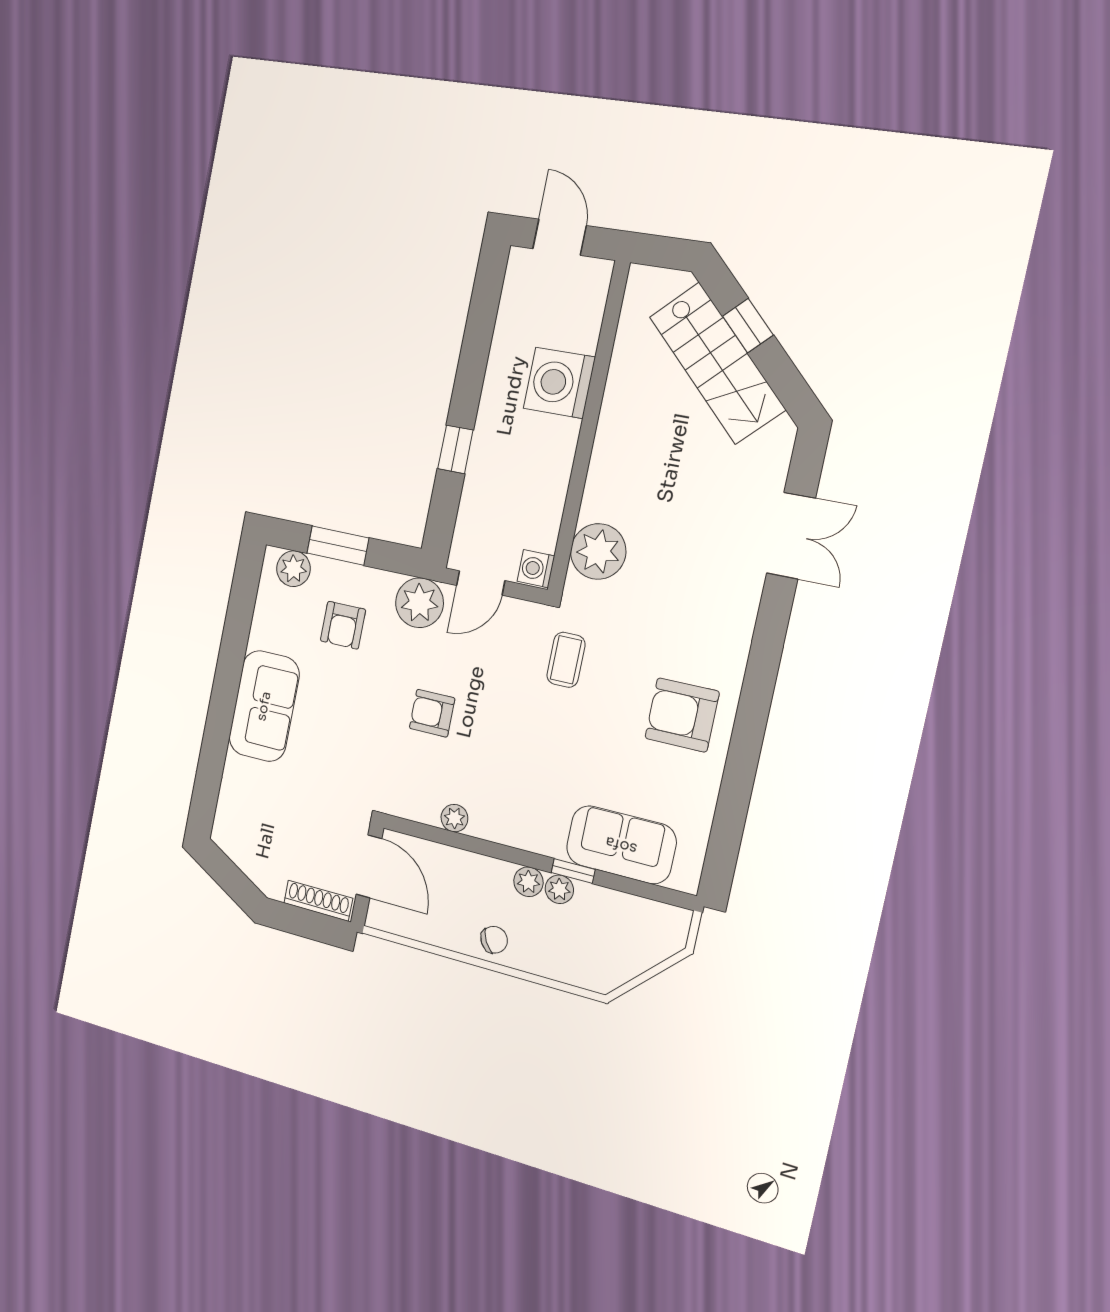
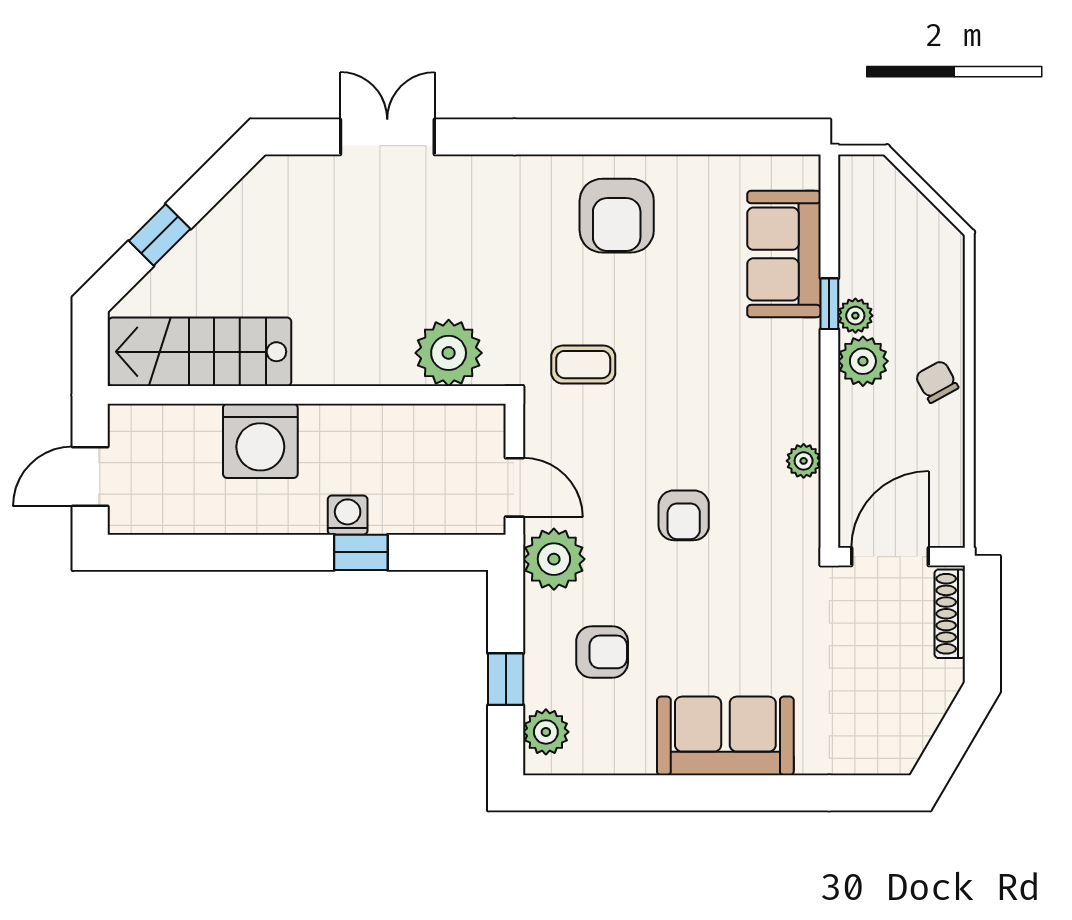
stairs: (717, 363) -> (200, 352), moved, turned -135
window: (338, 546) -> (506, 679), width x0.67
washing machine: (536, 569) -> (348, 515), moved, turned 180
plant: (528, 882) -> (863, 361), width x1.38, depth x1.38

